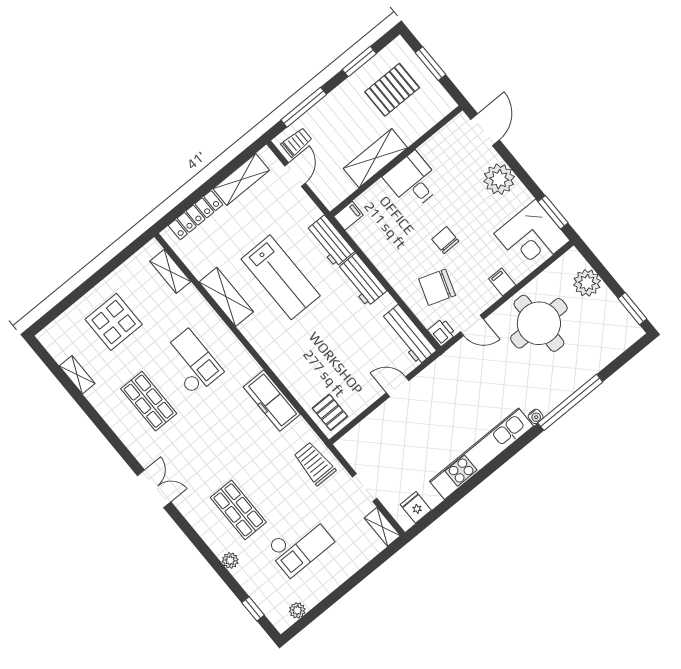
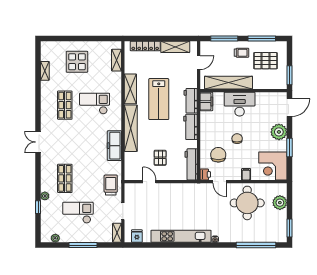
window: (359, 62) -> (262, 38), width x1.44
window: (431, 64) -> (290, 75), moved
trolley: (297, 142) -> (242, 53), moved
shelving: (375, 158) -> (229, 83), width x1.47
desk: (413, 181) -> (240, 104), width x1.37
window: (553, 212) -> (290, 148), moved
filing cabinet: (348, 216) -> (206, 102), width x2.00
chair: (437, 287) -> (218, 155), turned 71
shelving: (275, 355) -> (131, 128), added
checkout: (191, 362) -> (95, 104), turned -90
door: (398, 387) -> (149, 182), moved
window: (570, 402) -> (256, 245), moved
pallet: (330, 412) -> (160, 158), moved
double door: (154, 489) -> (38, 142), swing flipped
checkout: (300, 545) -> (78, 213), turned 180
window: (347, 586) -> (83, 245), added
window: (253, 609) -> (38, 207), moved

